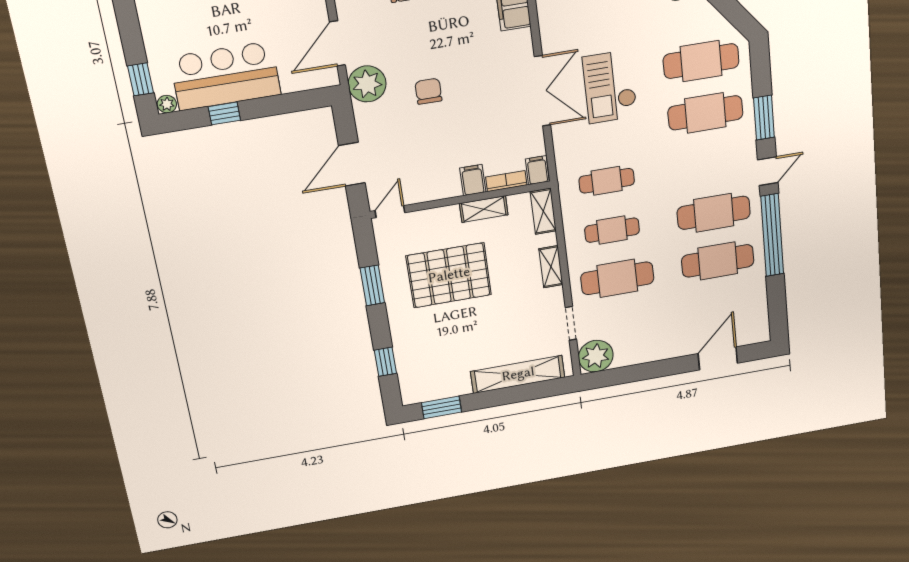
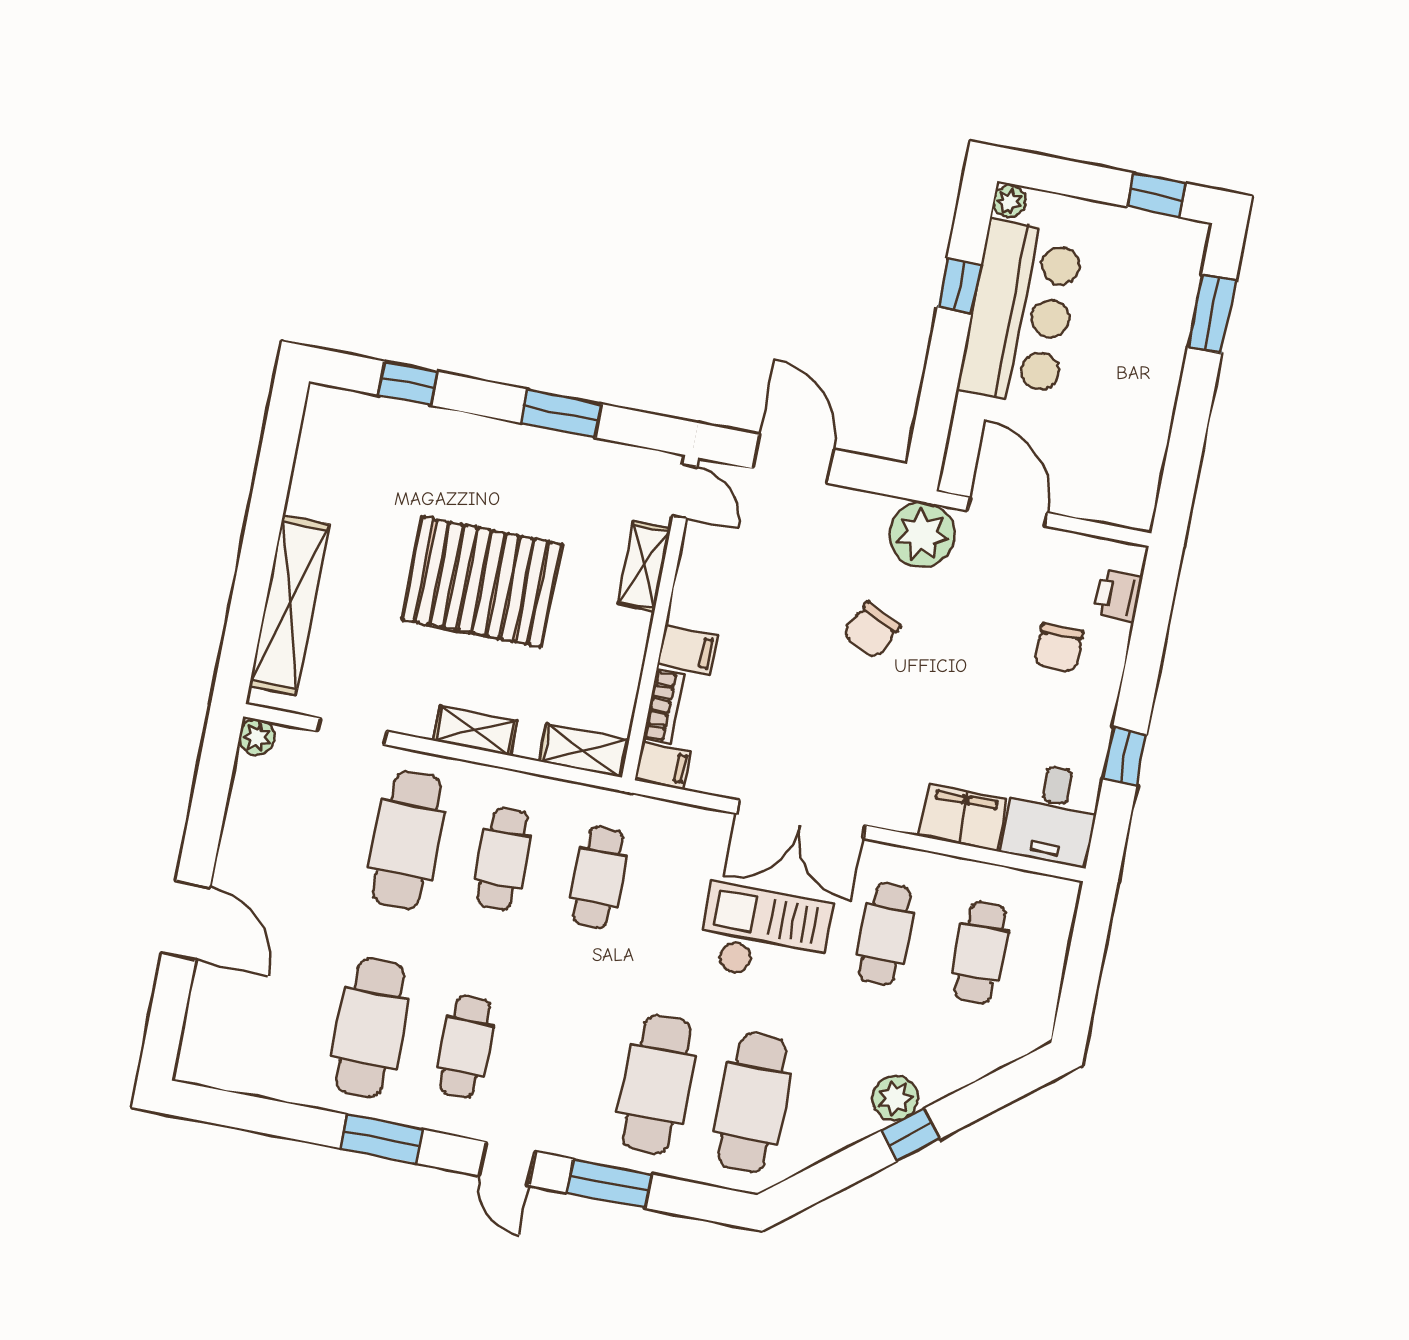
cafe table: (590, 25) -> (885, 934), added
window: (141, 79) -> (1157, 195), moved
chair: (428, 91) -> (872, 630), turned 116
shelving: (484, 209) -> (644, 567), moved
cafe table: (714, 213) -> (466, 1047), width x0.73, depth x0.74
window: (772, 235) -> (382, 1139), width x0.47
pallet: (449, 275) -> (482, 582), moved, turned 90
plant: (596, 356) -> (257, 737), width x0.53, depth x0.53
door: (718, 358) -> (186, 920), moved
window: (441, 407) -> (278, 449), removed

